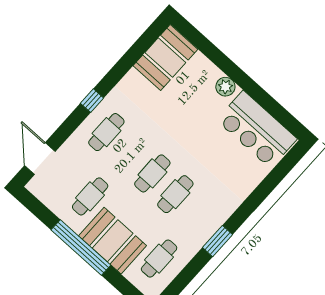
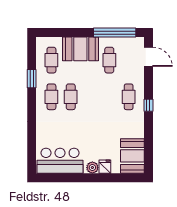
fridge: (210, 74) -> (105, 167), added
cafe table: (152, 173) -> (51, 97), moved
window: (217, 241) -> (32, 79), moved
window: (81, 247) -> (115, 33), moved

